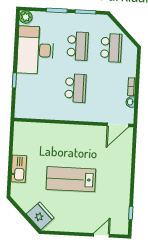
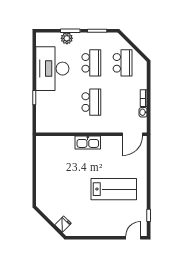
plant: (26, 17) -> (67, 38), moved
kitchen sink: (19, 169) -> (88, 142), moved, turned 90
lab bench: (71, 179) -> (114, 189), moved, turned 180
fridge: (40, 216) -> (63, 224), width x0.53, depth x0.75
door: (101, 235) -> (133, 238), moved

